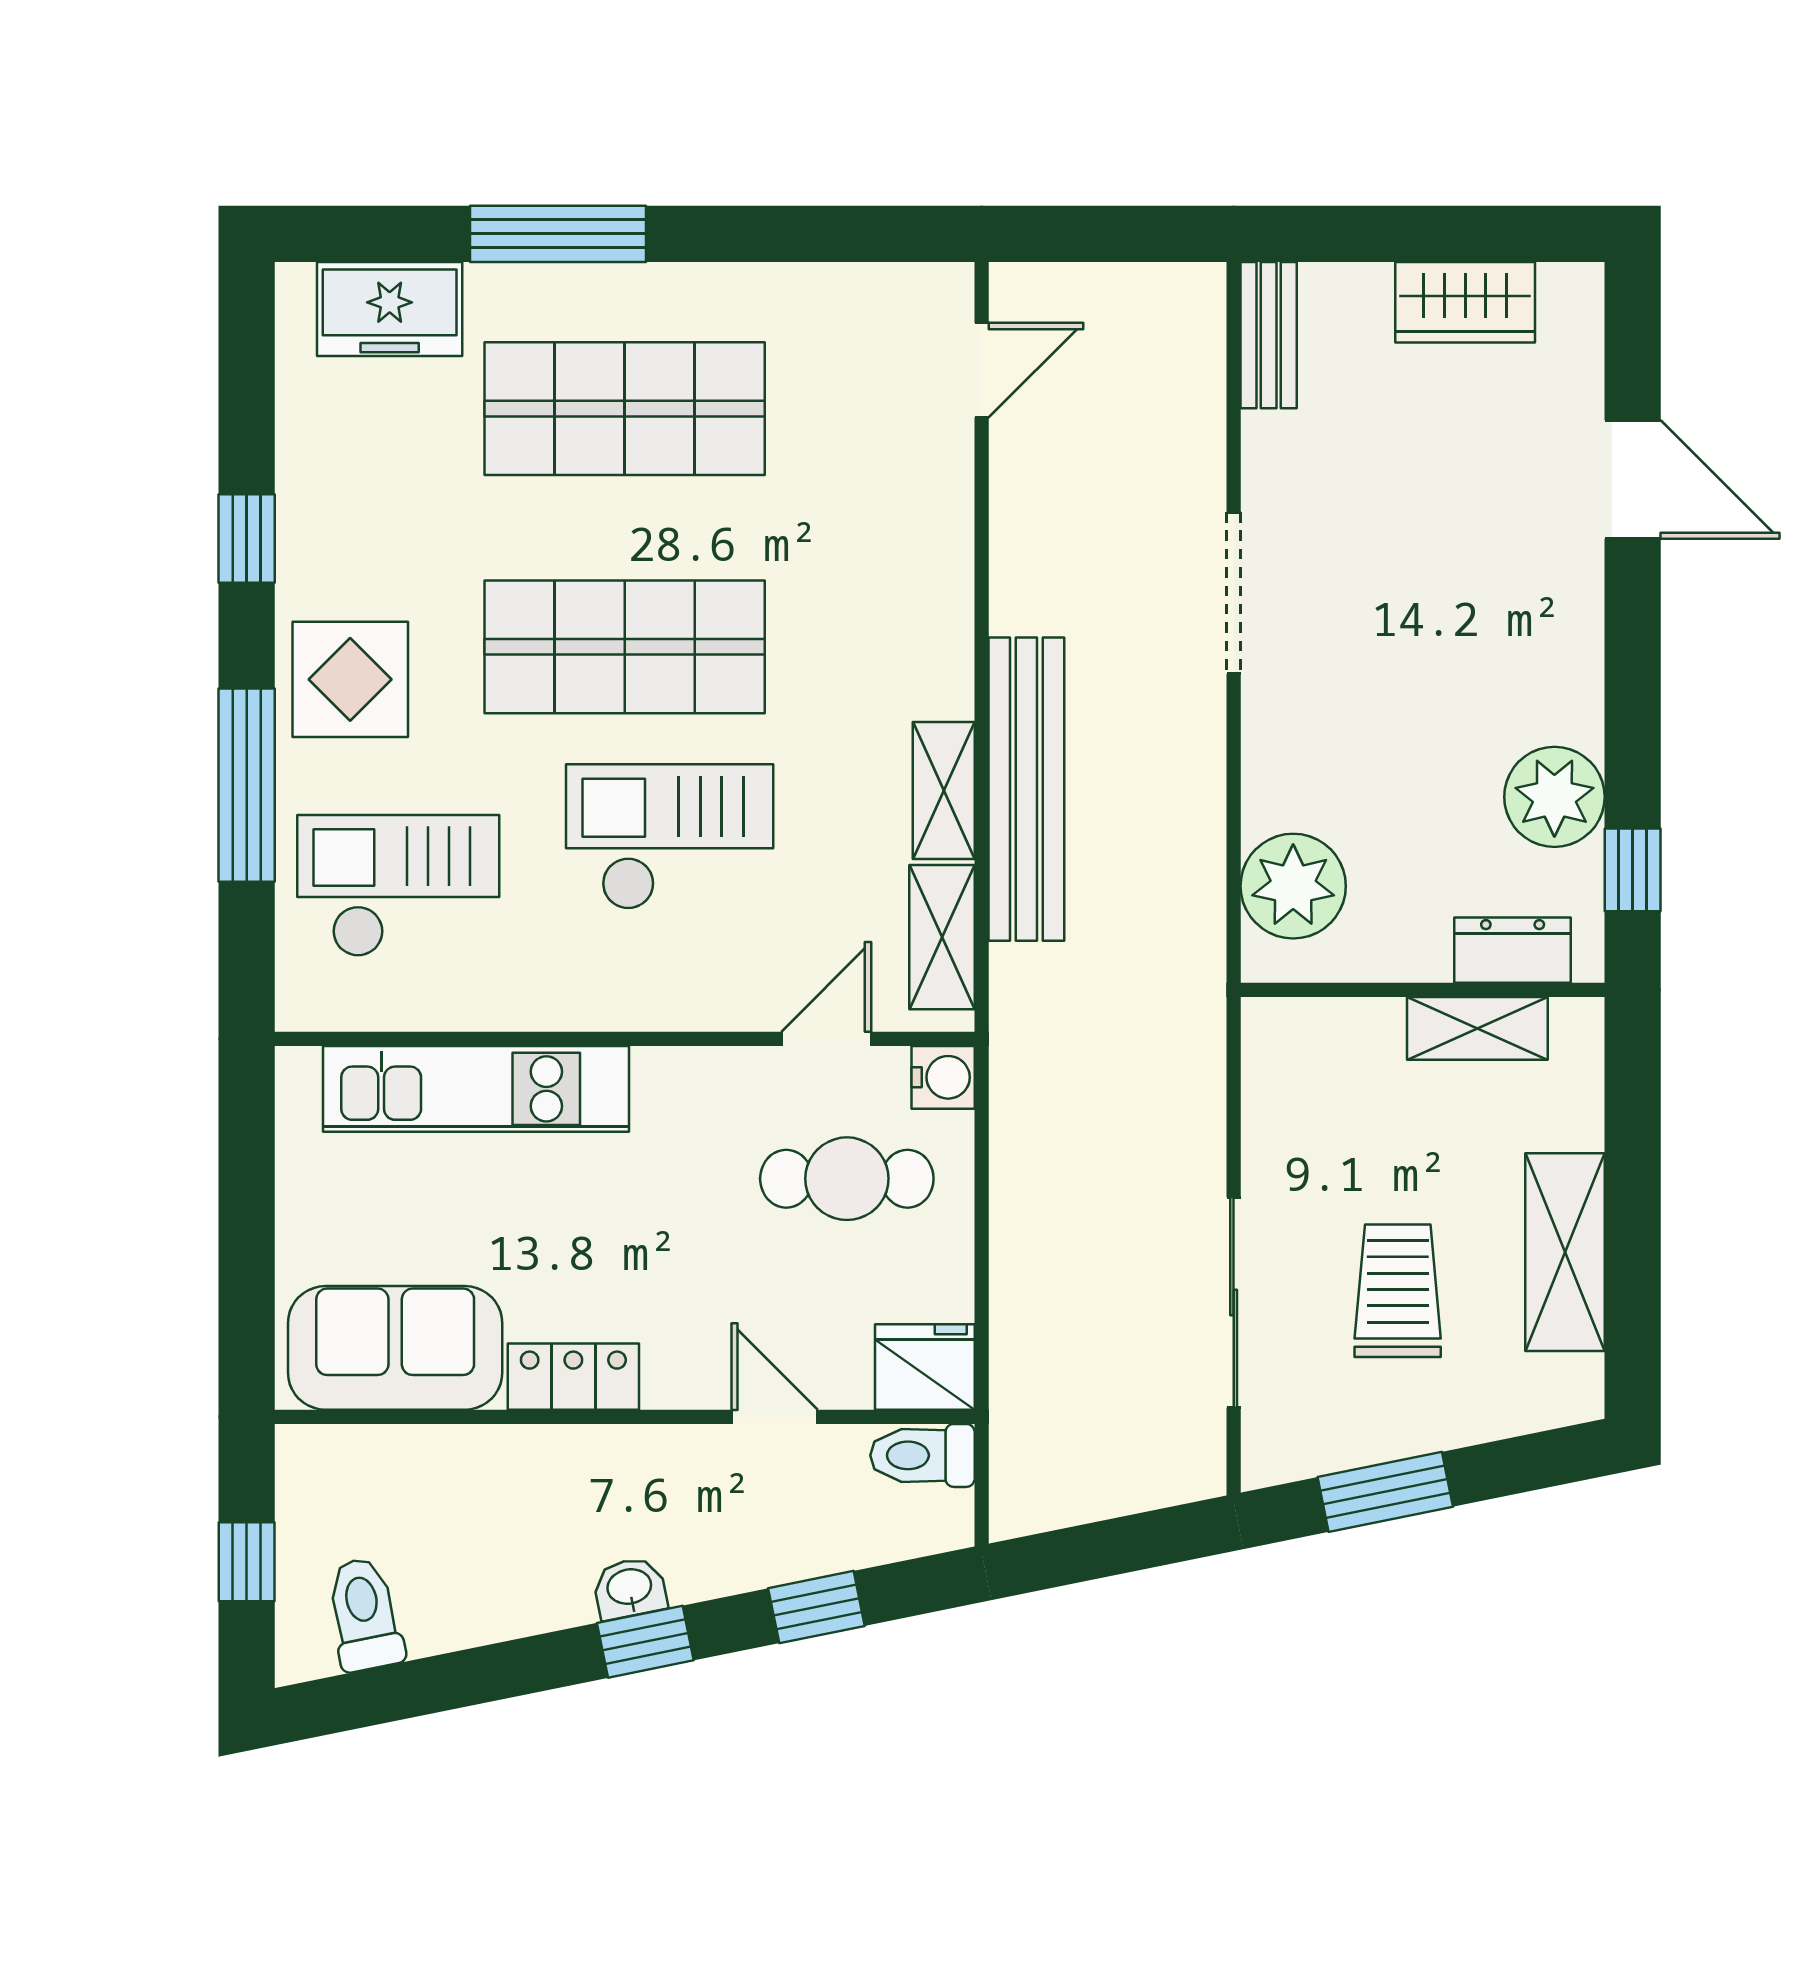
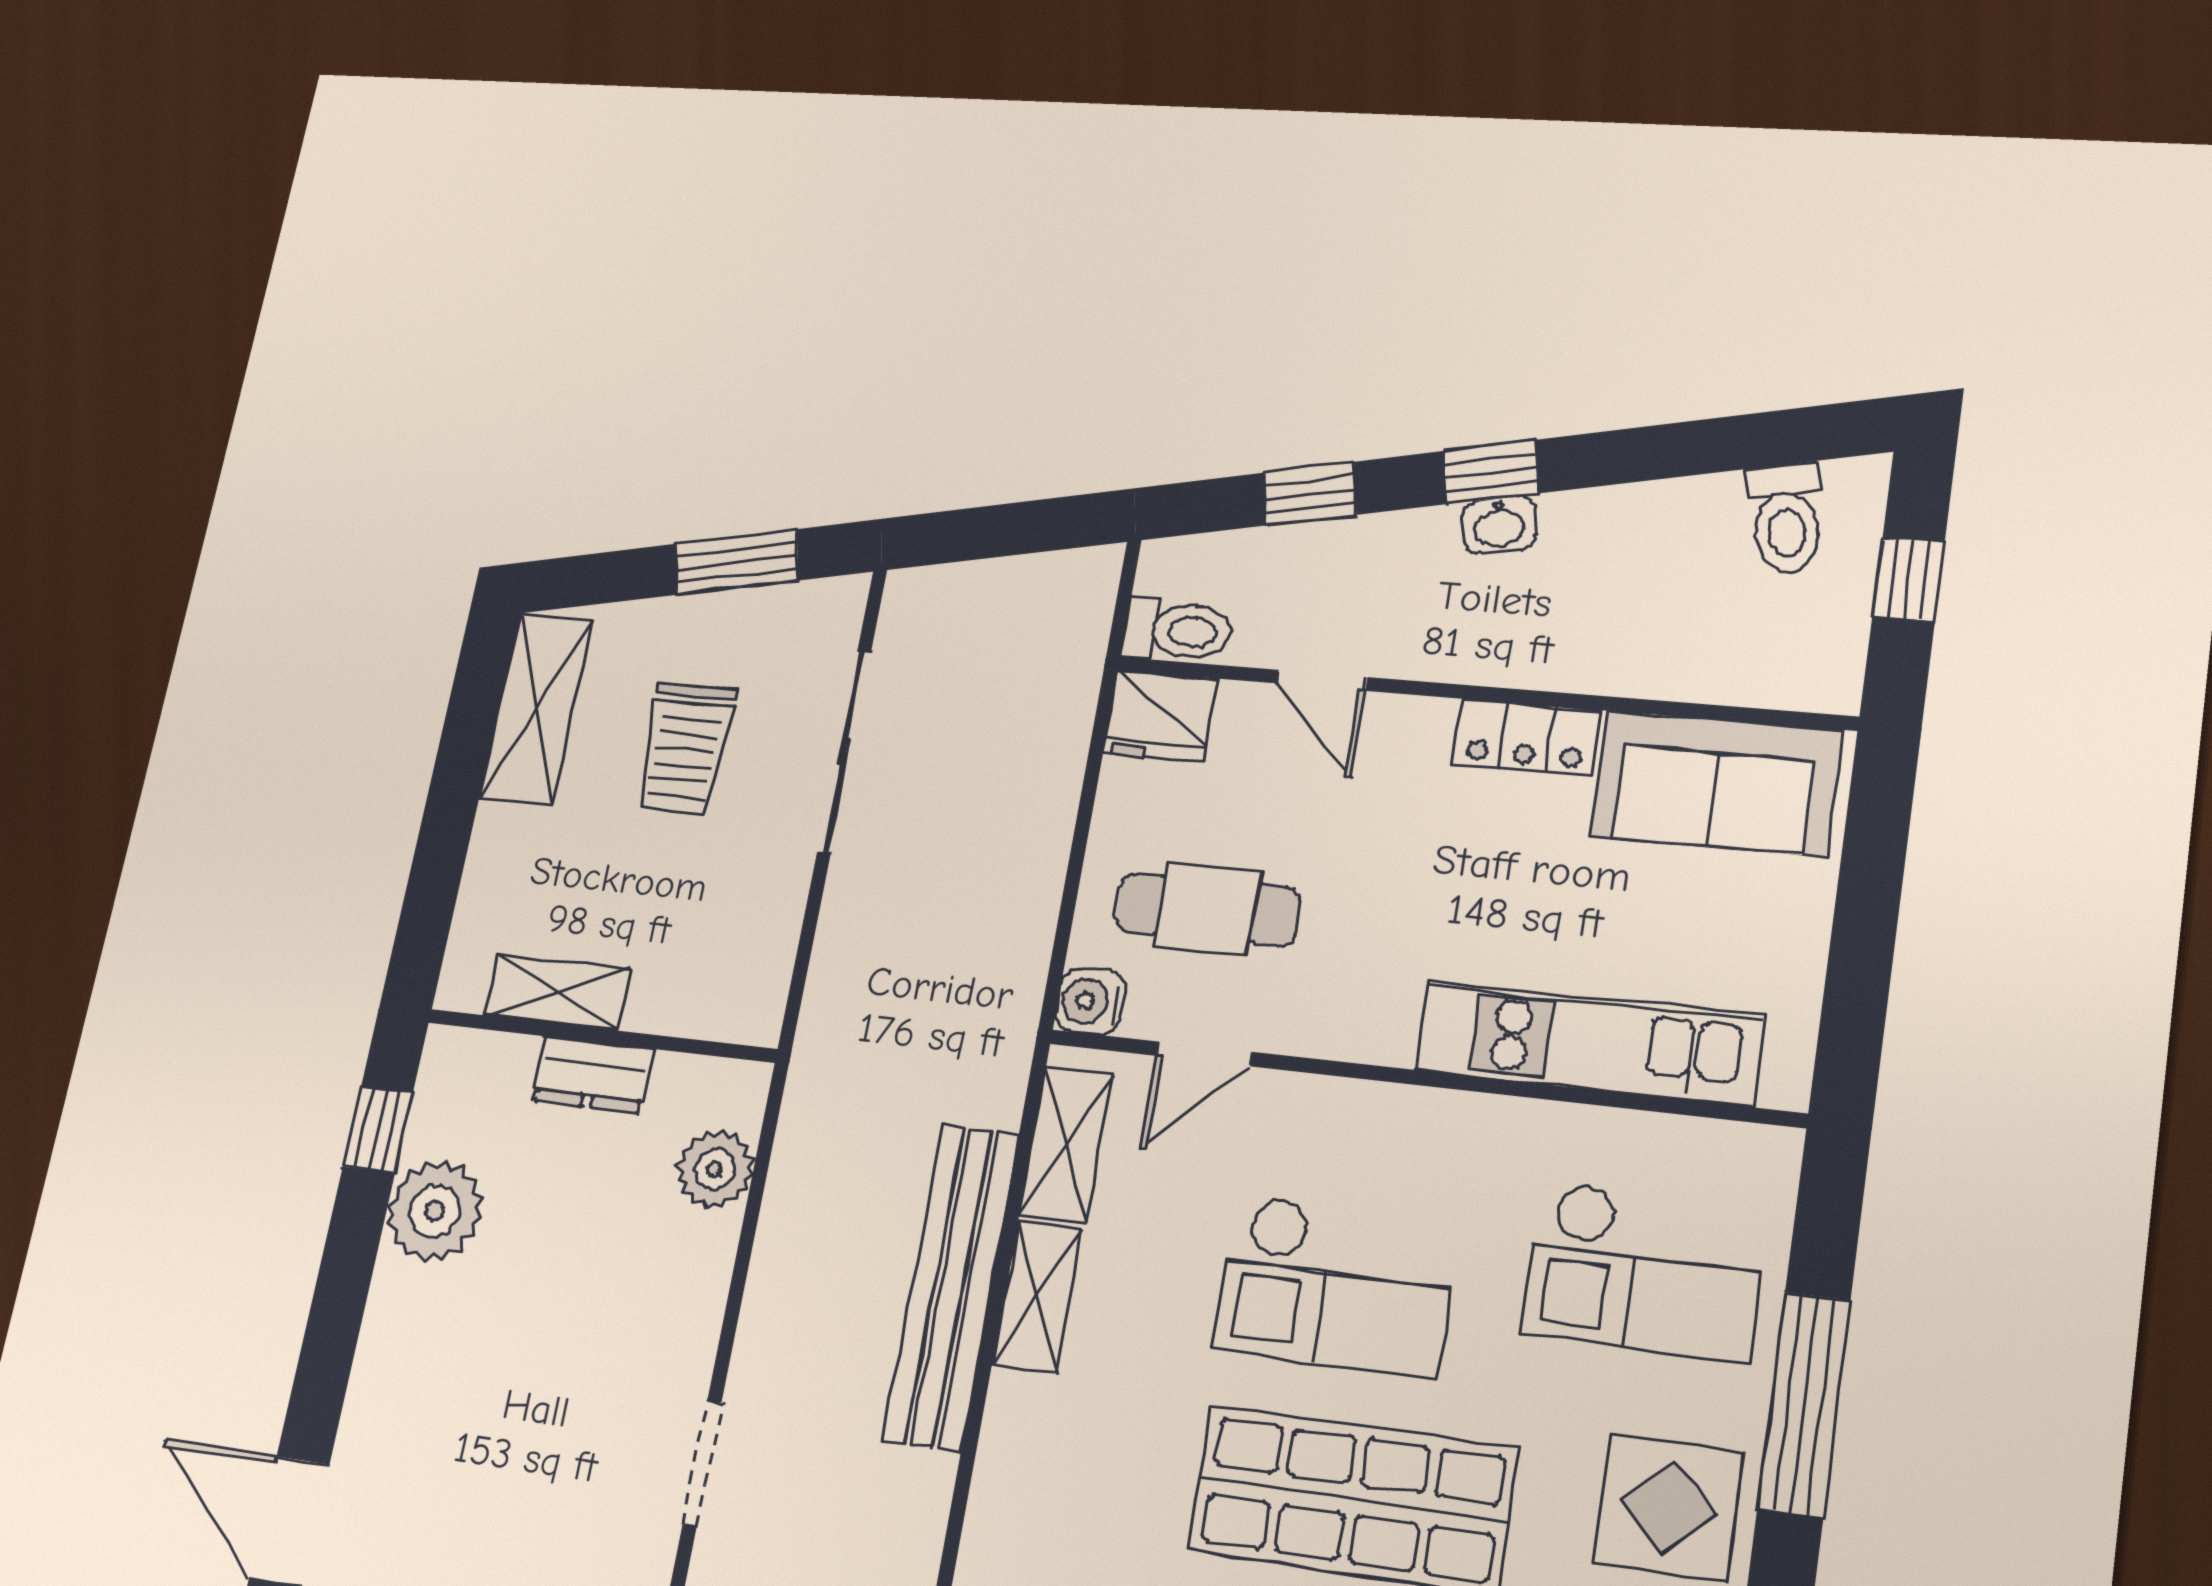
doorway: (1234, 593) -> (702, 1463), width x0.73
plant: (1293, 886) -> (715, 1169), width x0.73, depth x0.73
dresser: (1513, 950) -> (593, 1075), moved
shelving: (1565, 1252) -> (536, 708), moved

